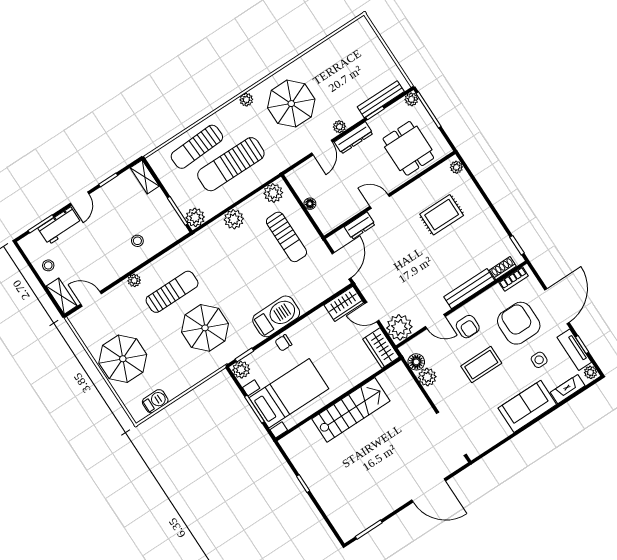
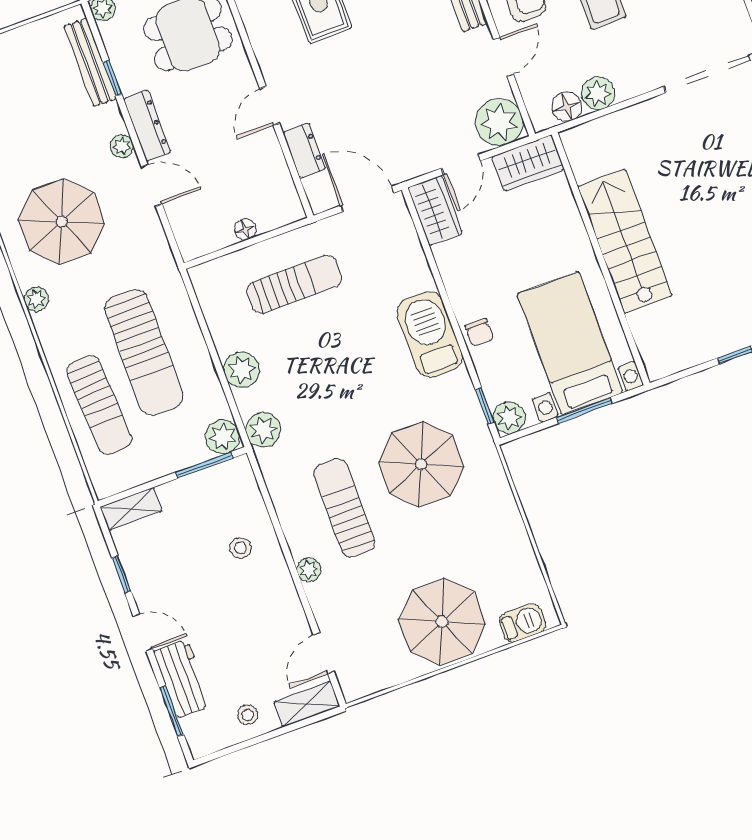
plant: (273, 193) -> (263, 430), moved
barbecue: (155, 401) -> (522, 623), moved, turned 90

